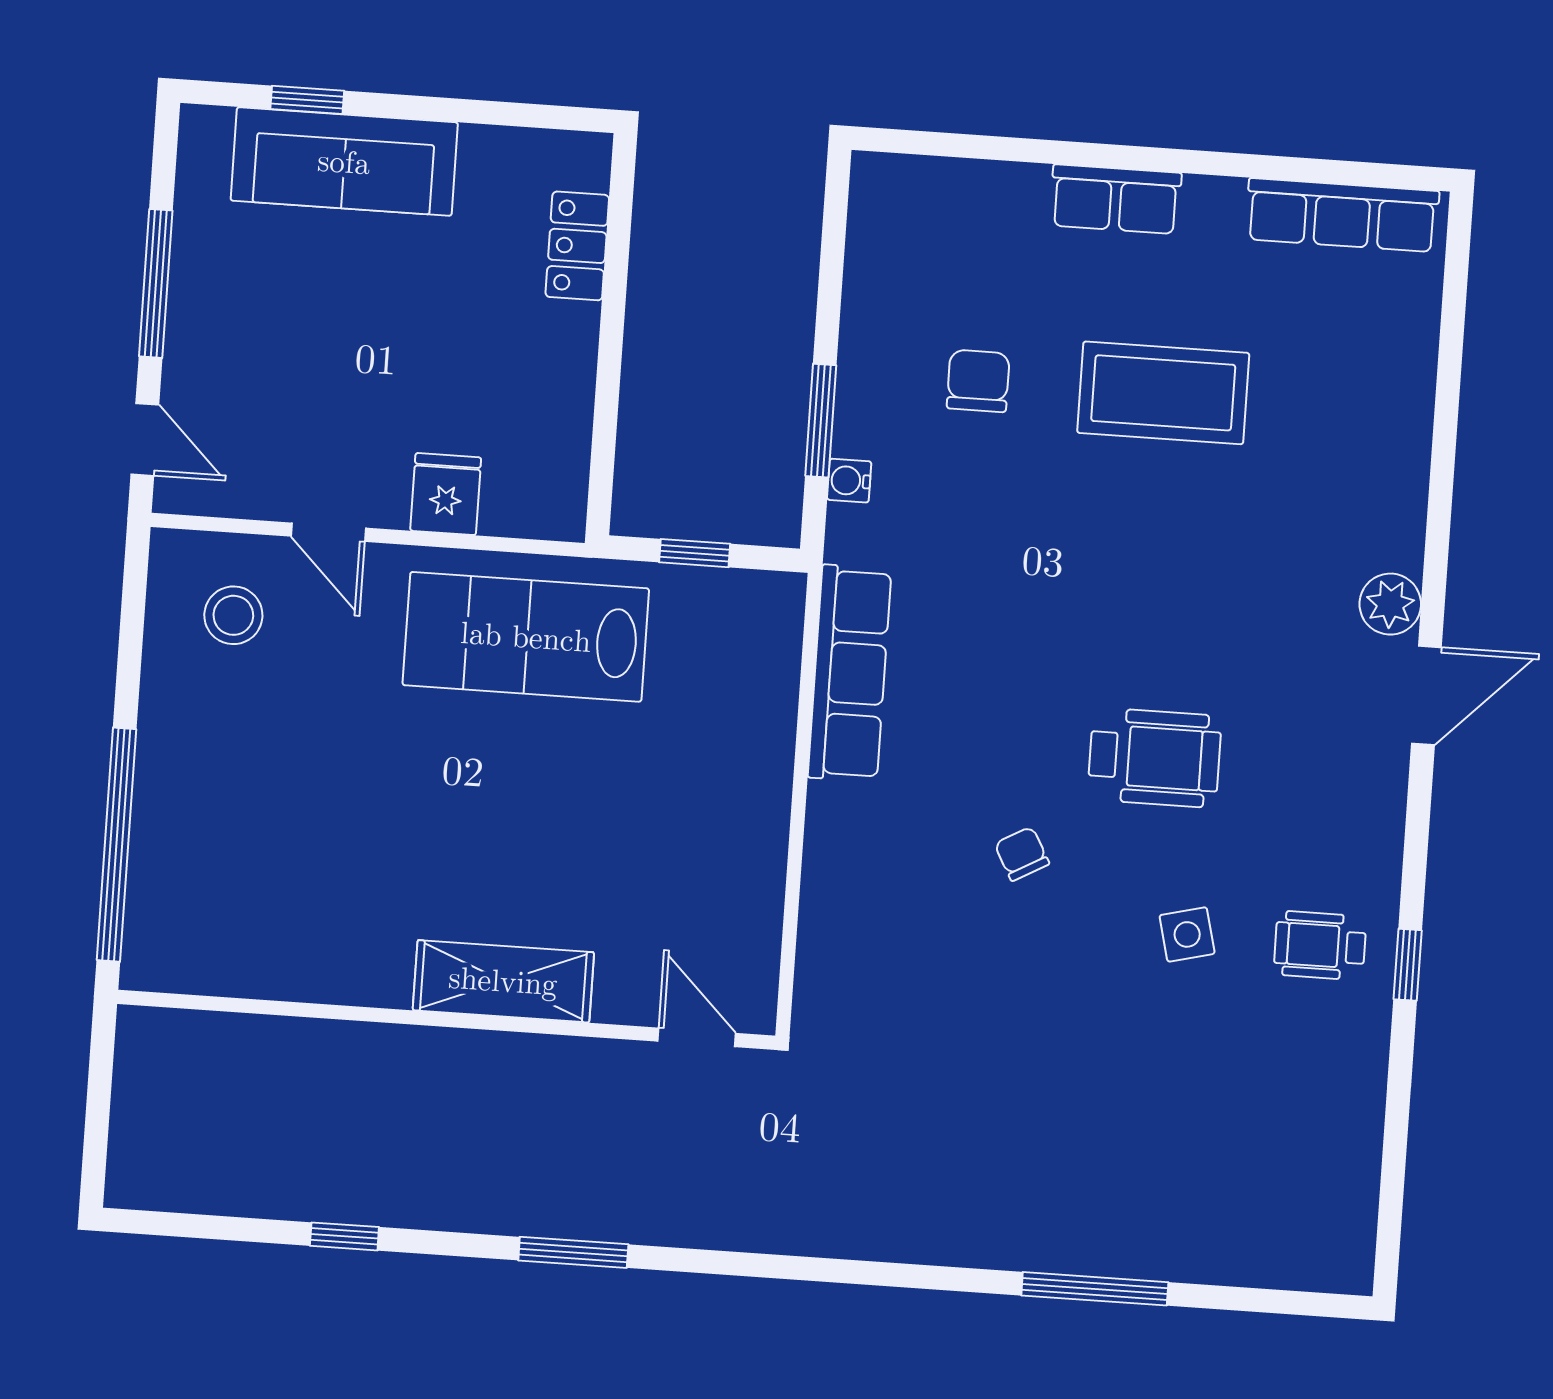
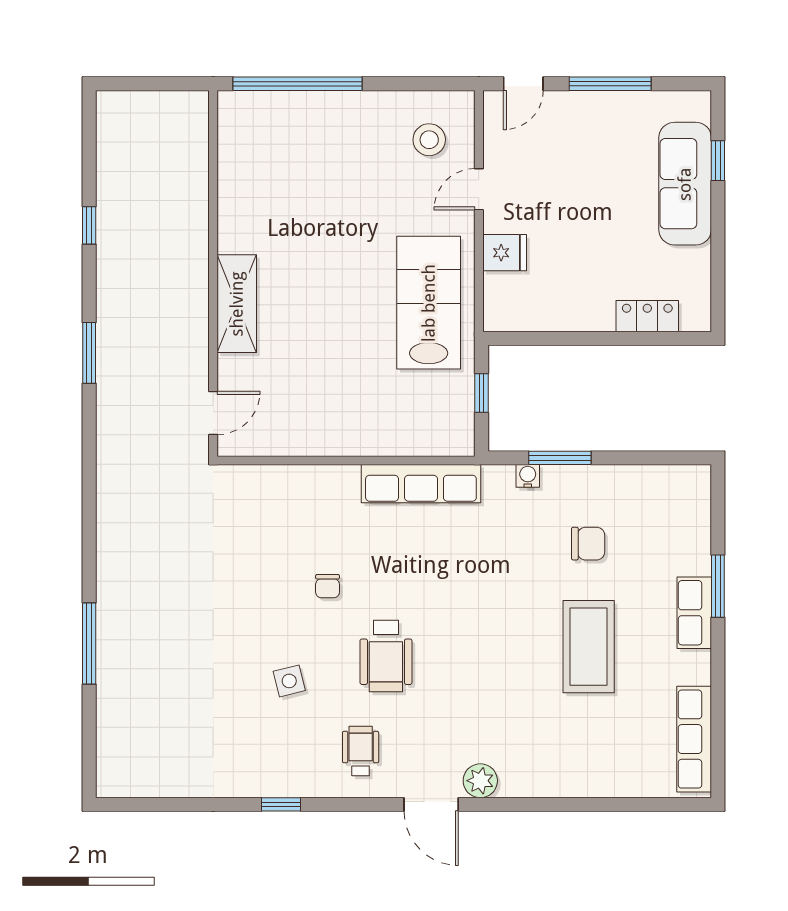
window: (1071, 153) -> (718, 586), added
chair: (1022, 854) -> (328, 586), turned 119
wheelchair: (1320, 945) -> (361, 751), moved

